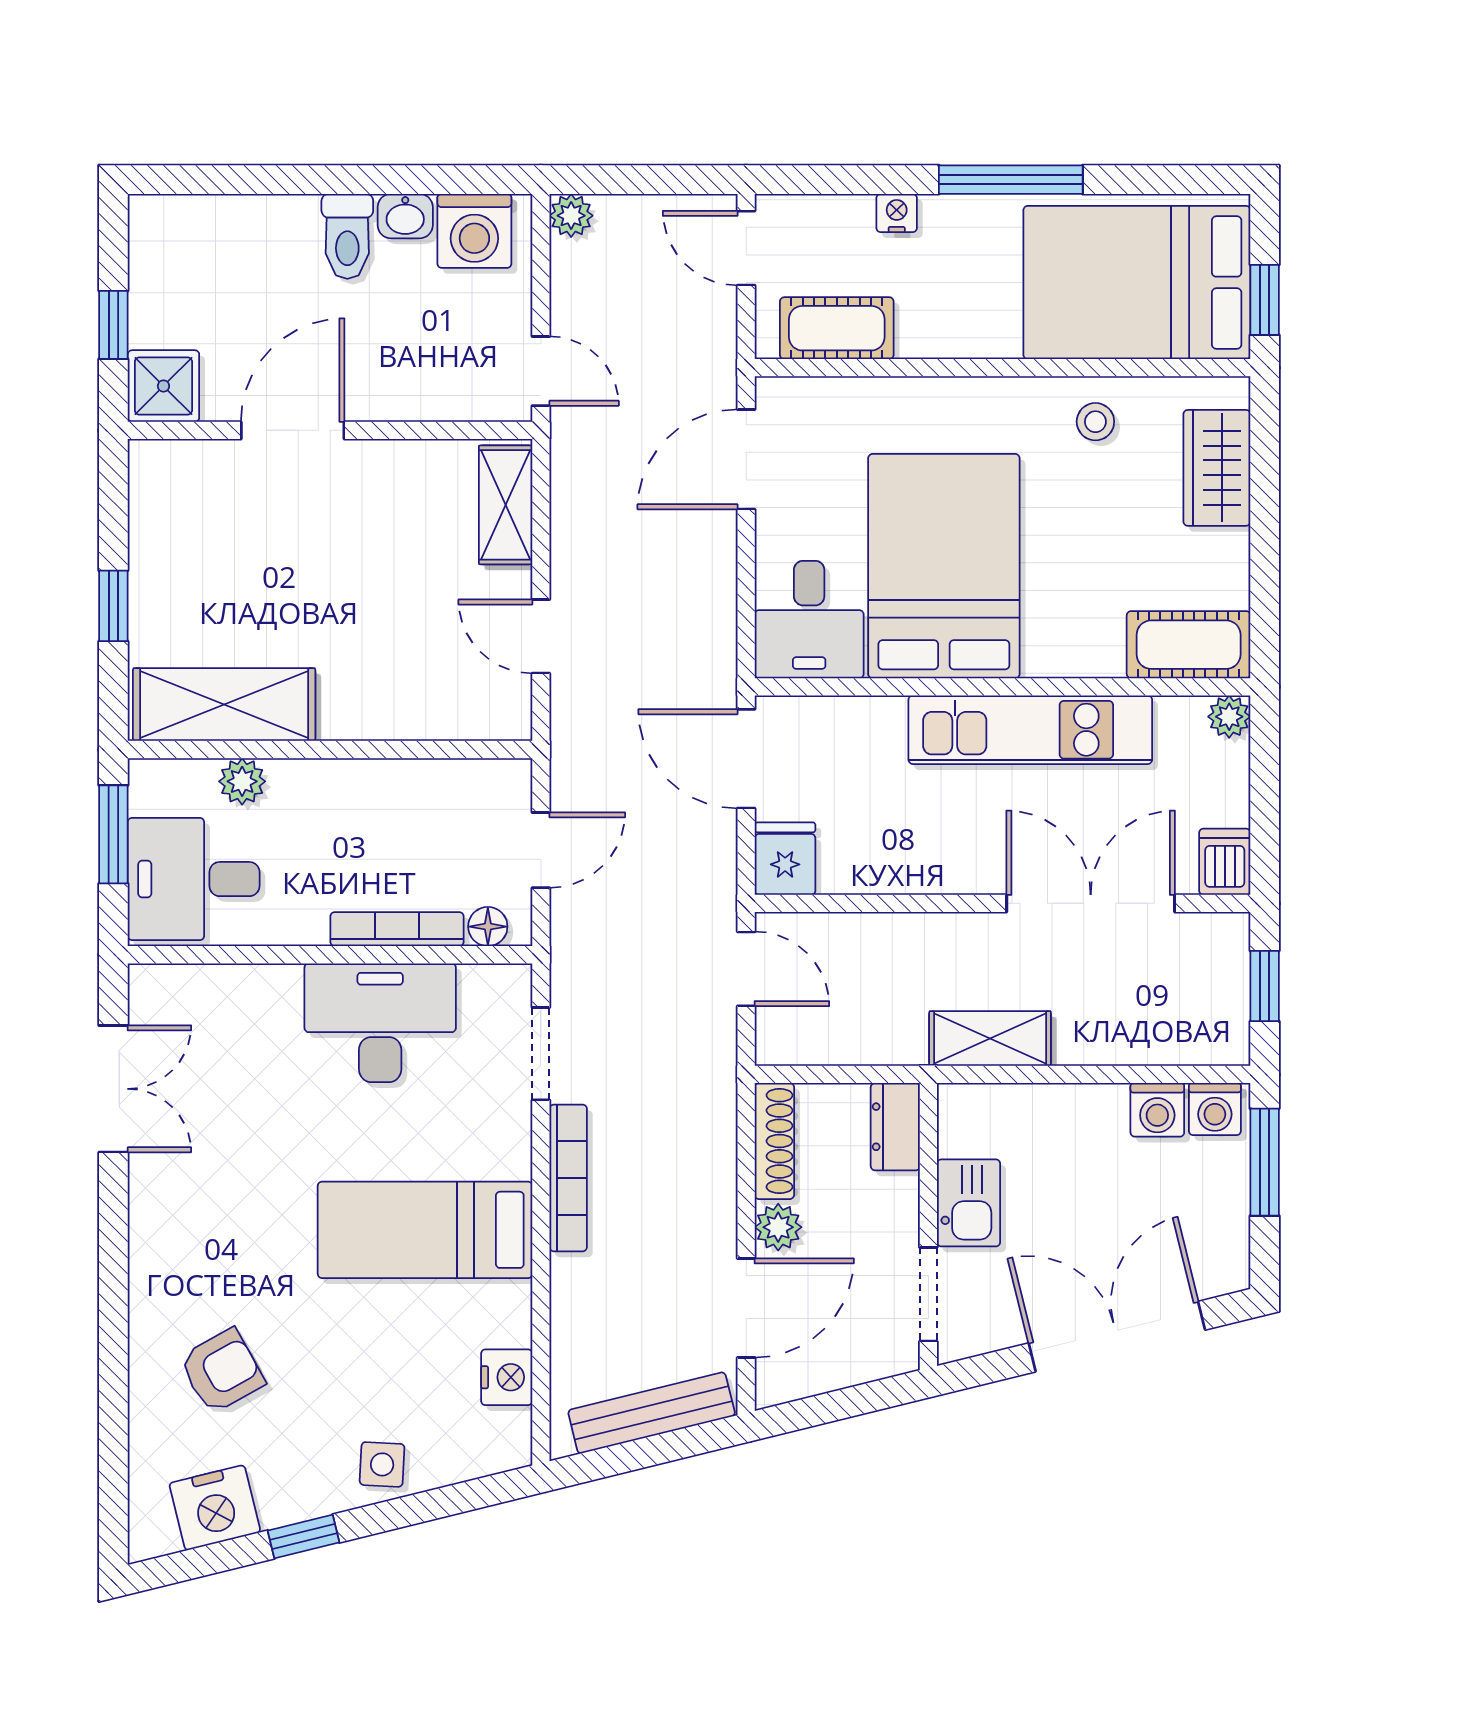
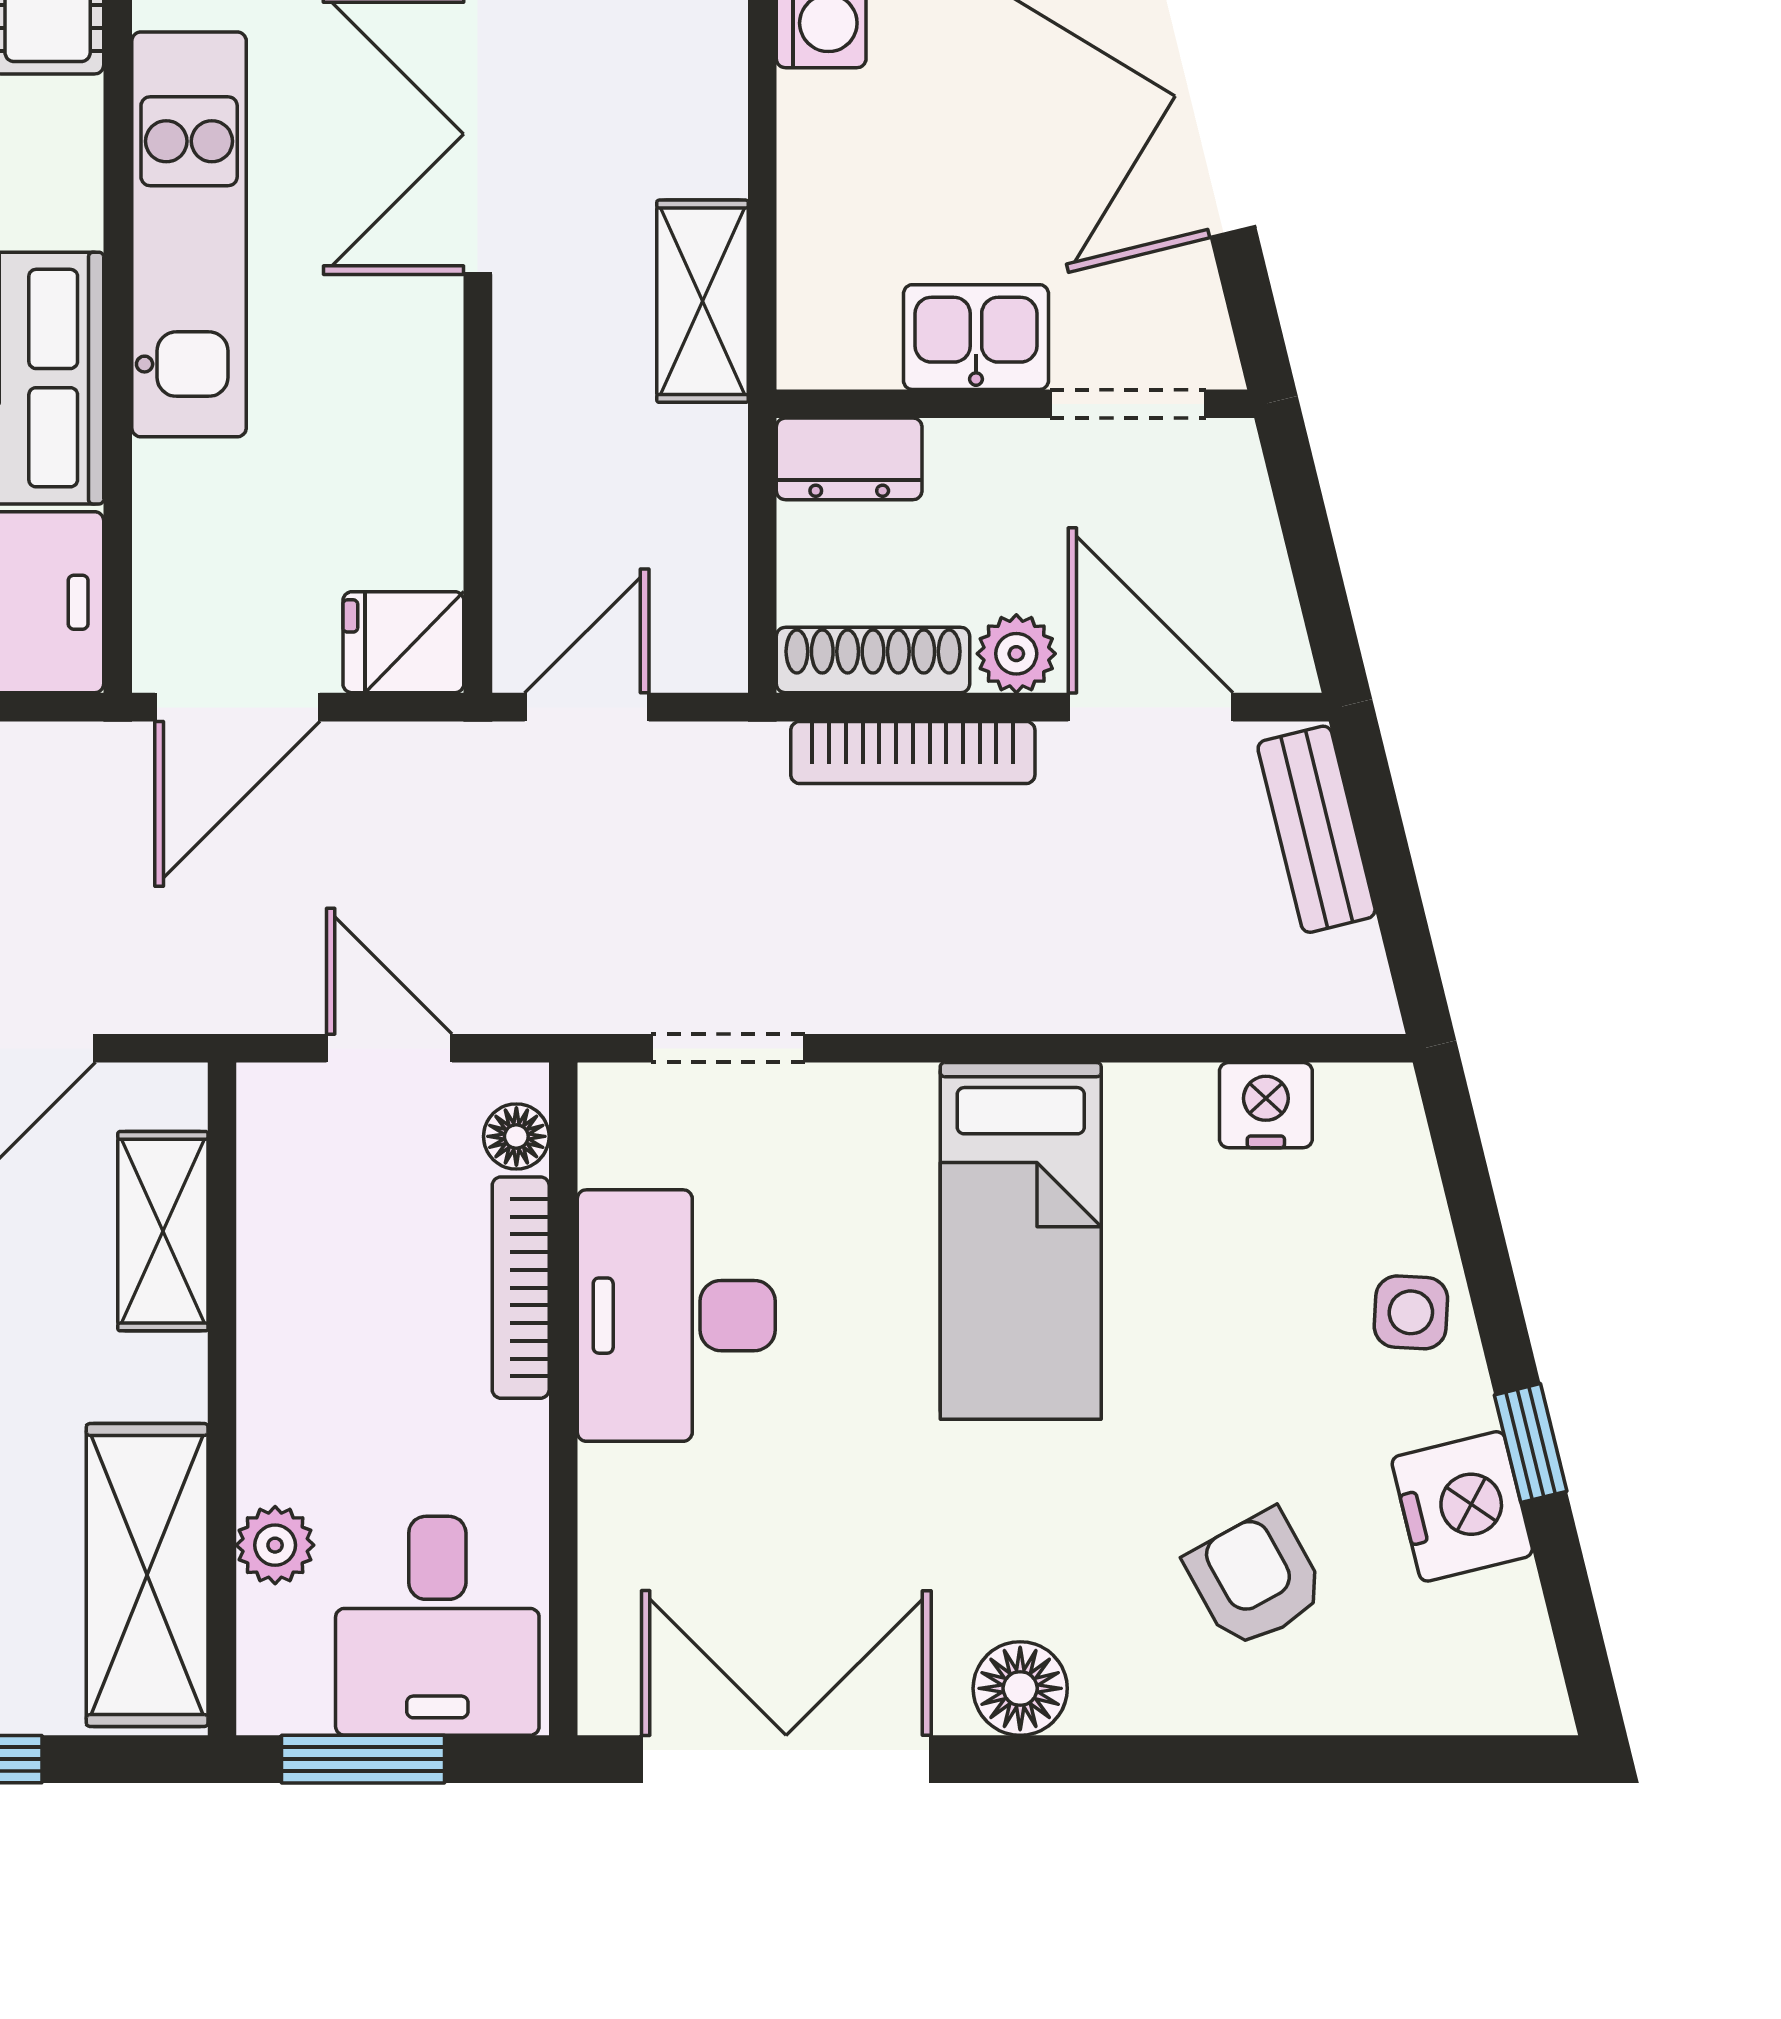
shelving: (431, 714) -> (163, 1231), added
double door: (113, 1089) -> (786, 1759), width x1.37
bookcase: (568, 1178) -> (913, 753), moved, turned 180
floor lamp: (156, 1229) -> (1020, 1688), added
bench: (652, 1413) -> (1317, 829), width x0.73
nightstand: (215, 1508) -> (1462, 1506), moved

